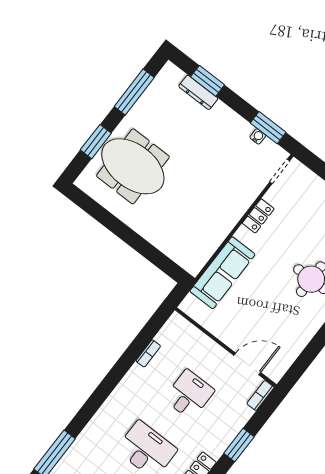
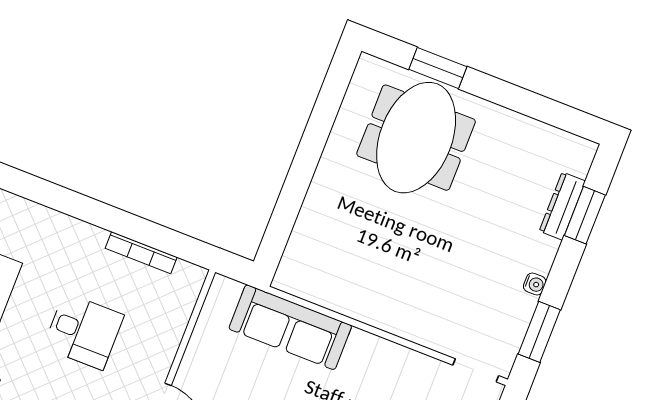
window: (134, 92) -> (533, 105), removed
water cooler: (258, 136) -> (535, 284), moved
locker: (258, 216) -> (396, 357), removed
bookcase: (148, 353) -> (141, 253), width x1.56

